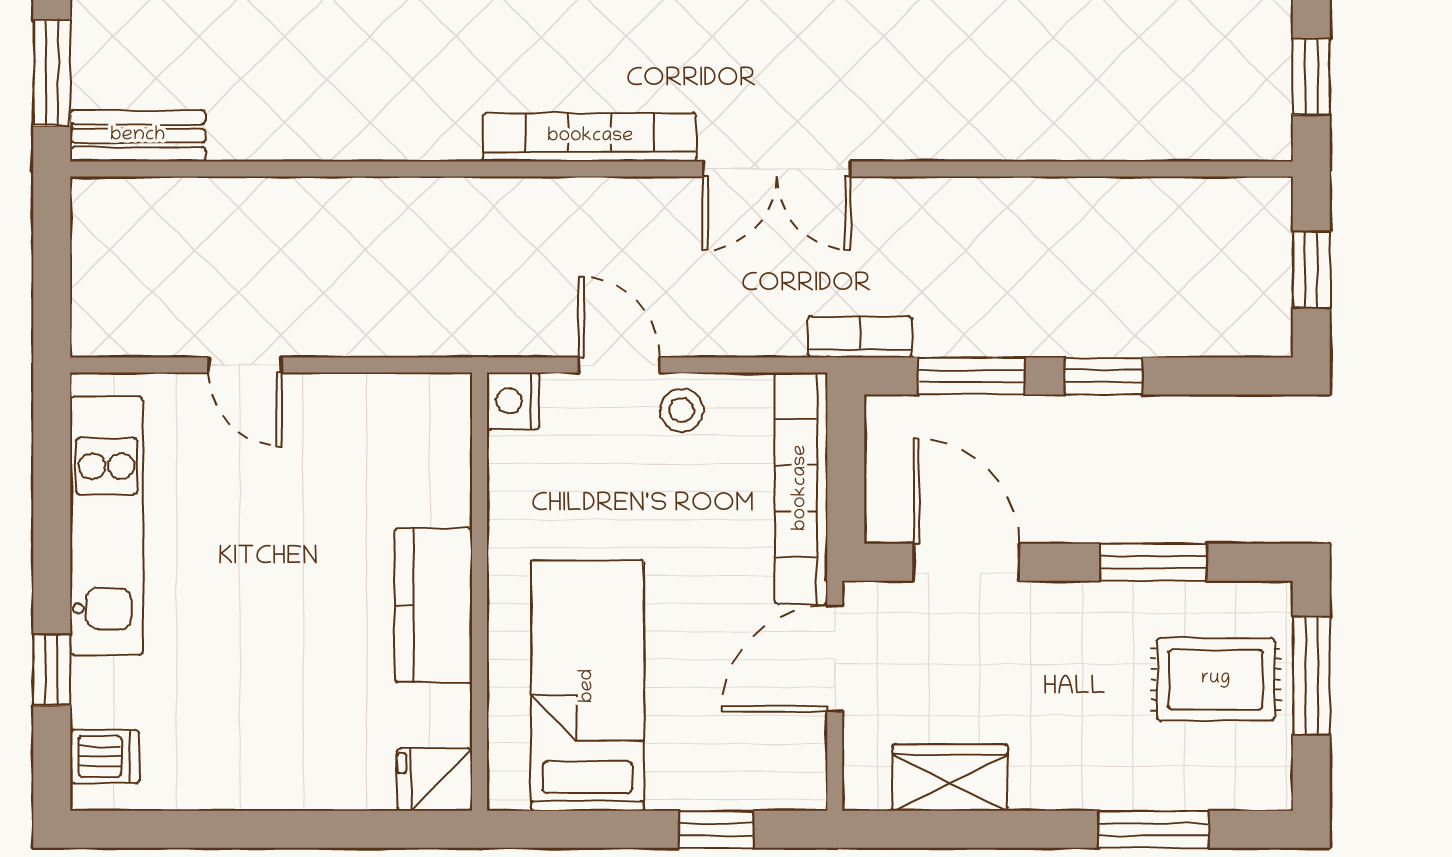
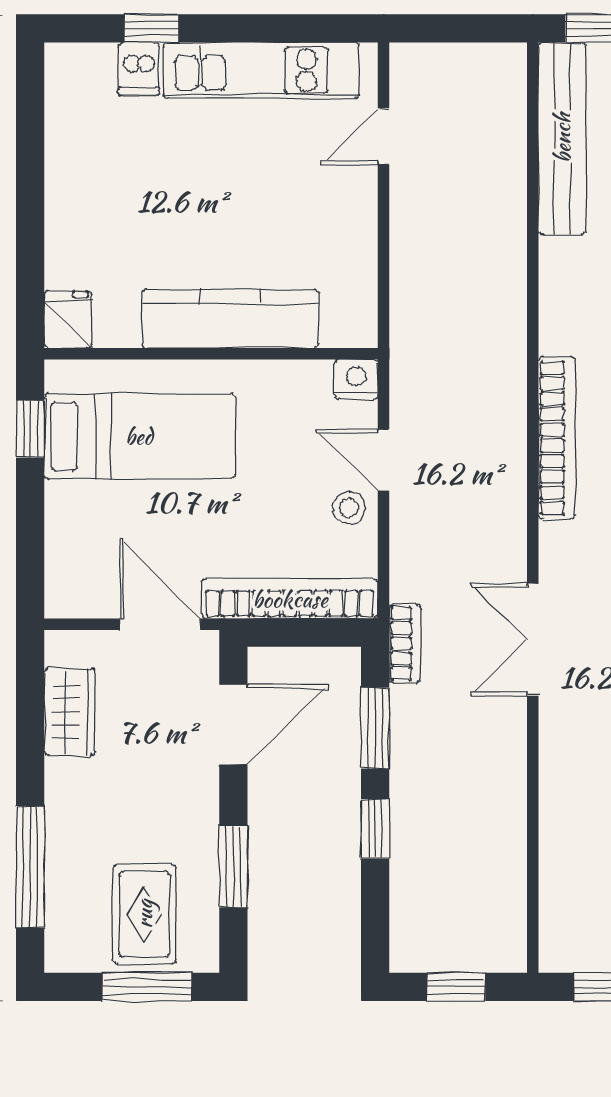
bench: (138, 136) -> (562, 138), width x1.86, depth x1.21
double door: (777, 169) -> (533, 640), moved
door: (245, 365) -> (384, 136), moved
door: (619, 365) -> (384, 460), swing flipped
kitchen counter: (433, 605) -> (230, 319), width x1.50
dishwasher: (105, 756) -> (139, 69), moved
window: (716, 829) -> (30, 429), moved
window: (1154, 829) -> (30, 867), width x1.44

